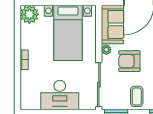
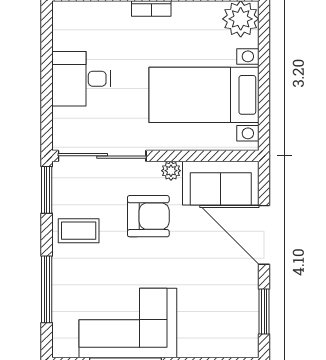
armchair: (129, 61) -> (148, 216), turned 90
desk: (60, 95) -> (81, 79), width x0.73

